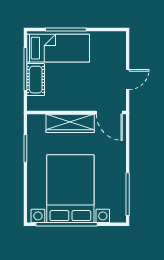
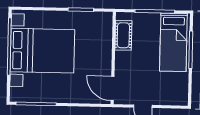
cot: (36, 80) -> (123, 35), moved, turned 90
door: (109, 112) -> (112, 89), hinge flipped
wardrobe: (70, 123) -> (103, 52), removed

